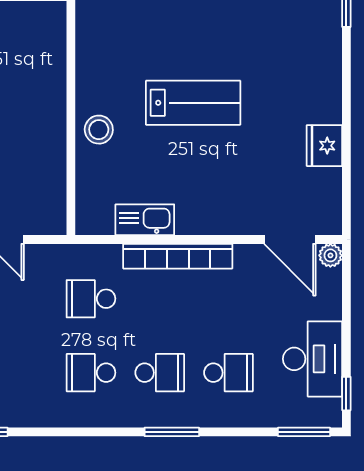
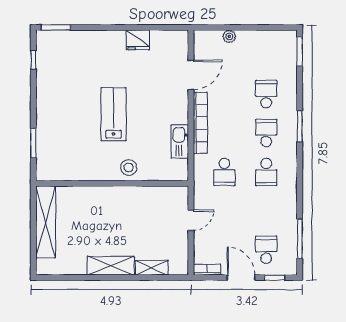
door: (290, 240) -> (191, 75), moved
plant: (330, 255) -> (229, 36), moved
desk: (312, 359) -> (258, 47), removed
window: (346, 394) -> (278, 27), removed

